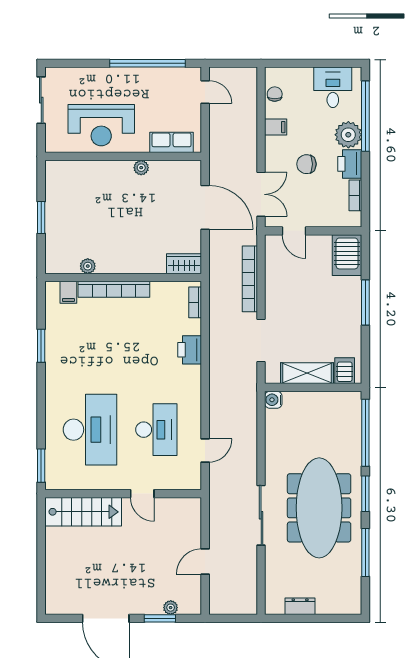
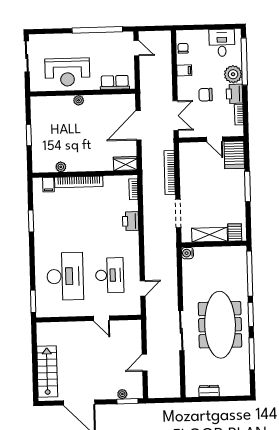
plant: (141, 168) -> (79, 100), moved
door: (205, 207) -> (138, 125), swing flipped
door: (294, 231) -> (214, 139), moved
stairs: (83, 512) -> (47, 371), moved, turned -90
window: (160, 618) -> (127, 401), moved

